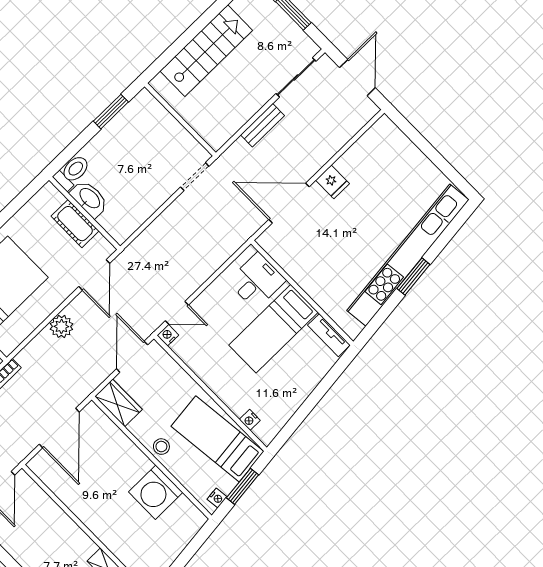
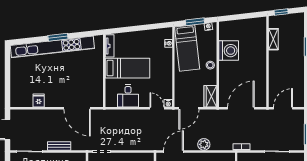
fridge: (332, 182) -> (39, 100), moved
desk: (257, 281) -> (128, 96), moved, turned -90

